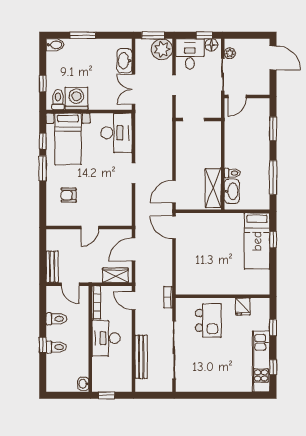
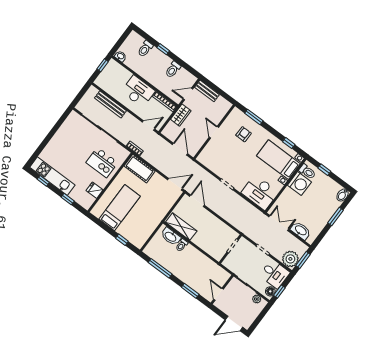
door: (237, 97) -> (219, 294), moved
window: (43, 168) -> (254, 117), moved
bed: (257, 241) -> (120, 208), moved, turned 90
wardrobe: (115, 275) -> (181, 115), moved
cot: (185, 277) -> (140, 169), added
toilet: (56, 347) -> (145, 49), moved

